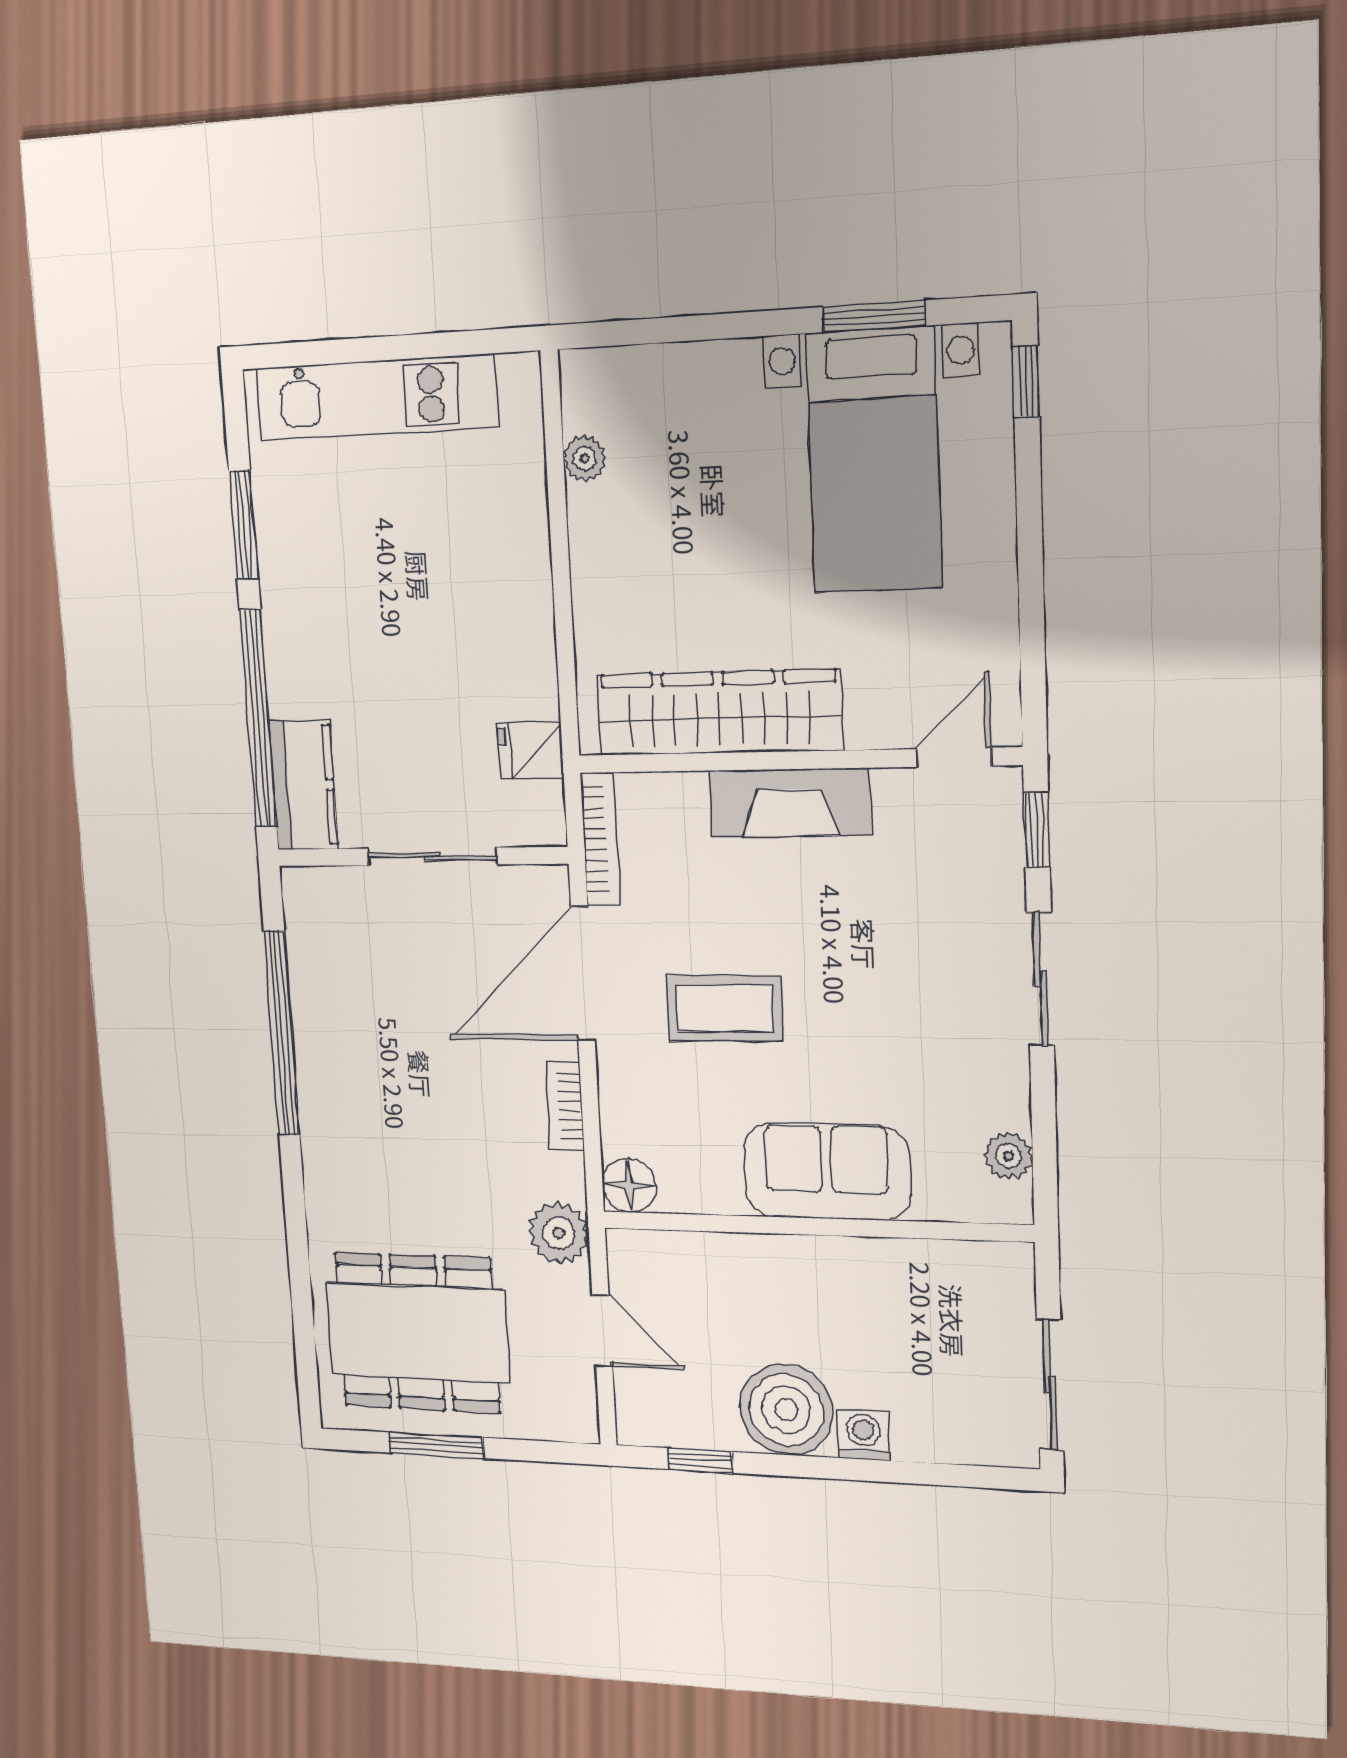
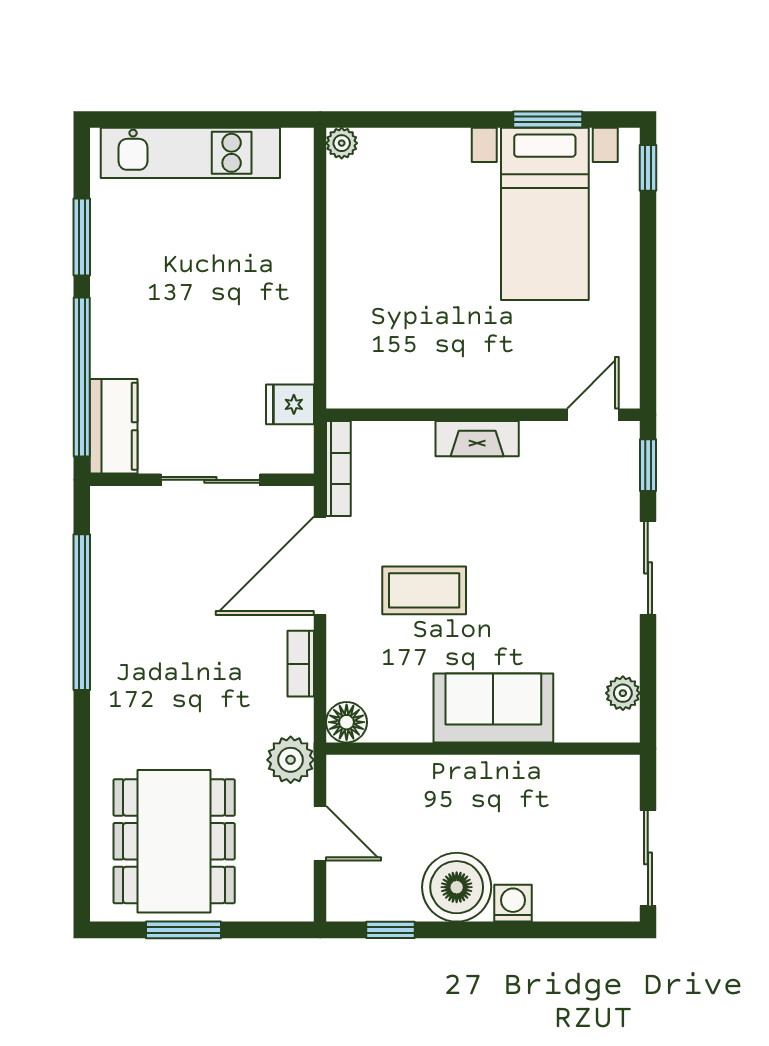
plant: (585, 458) -> (342, 143), moved
wardrobe: (719, 712) -> (429, 380), removed
fireplace: (789, 803) -> (477, 439), width x0.73, depth x0.76
dining table: (417, 1332) -> (174, 841), turned 90

